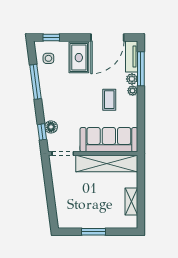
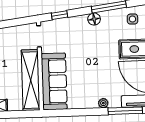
plant: (132, 79) -> (115, 102), removed
coffee table: (109, 100) -> (94, 81), removed
floor lamp: (51, 127) -> (94, 19), moved

